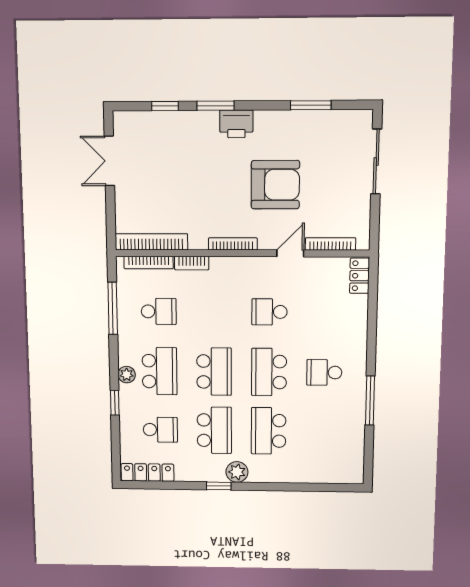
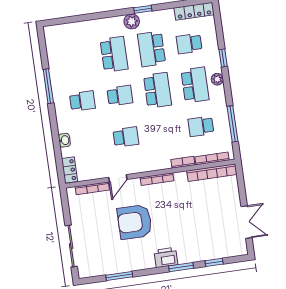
washbasin: (360, 320) -> (64, 140), added
school desk: (160, 371) -> (195, 85), turned 180
school desk: (214, 372) -> (157, 90), turned 180
school desk: (269, 372) -> (120, 96), width x0.54

